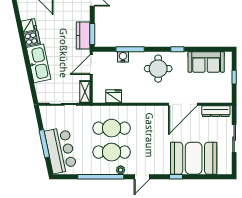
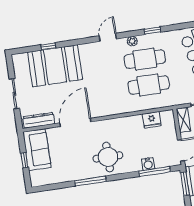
window: (130, 49) -> (155, 171), moved
window: (177, 49) -> (90, 181), width x2.17
sofa: (206, 62) -> (37, 150), moved, turned 90
window: (101, 177) -> (152, 31), width x0.32
window: (176, 177) -> (48, 46), moved

